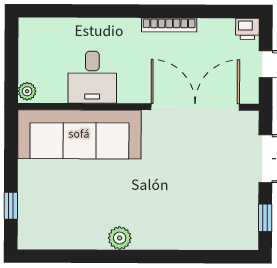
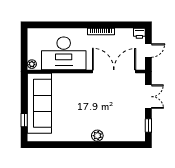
desk: (92, 77) -> (64, 53), width x1.87, depth x1.30
sofa: (79, 134) -> (39, 103), moved, turned -90
plant: (120, 238) -> (97, 136), moved

